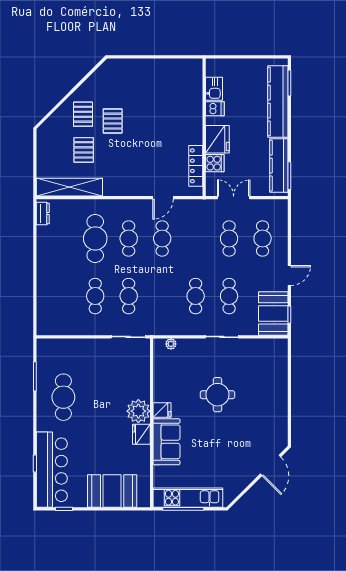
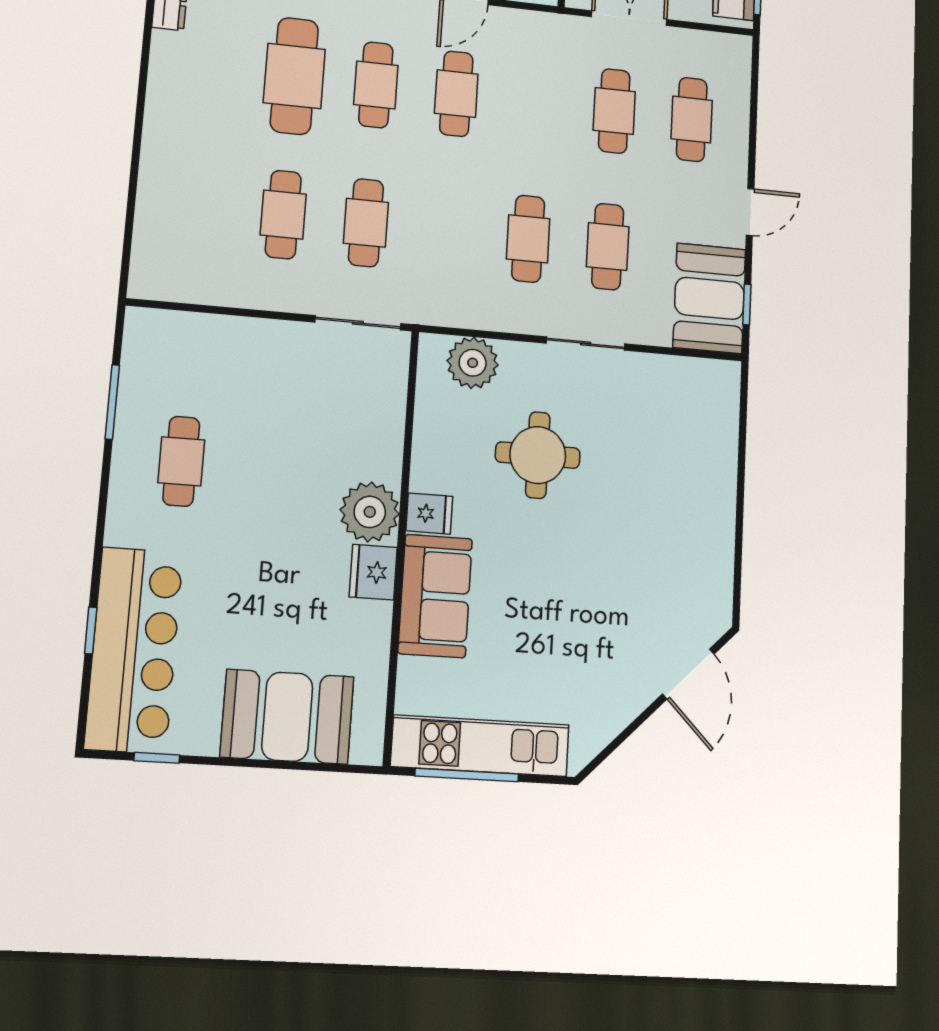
plant: (171, 344) -> (473, 363), width x1.87, depth x1.87
round table: (217, 395) -> (538, 455), moved
cafe table: (63, 397) -> (181, 461), width x0.73, depth x0.74

